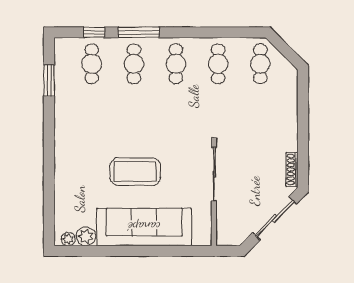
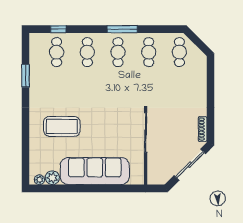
window: (139, 32) -> (122, 29), moved
window: (49, 80) -> (26, 76), moved
coffee table: (135, 172) -> (62, 126), moved

